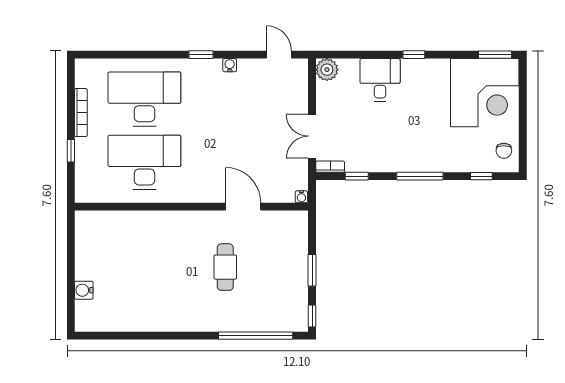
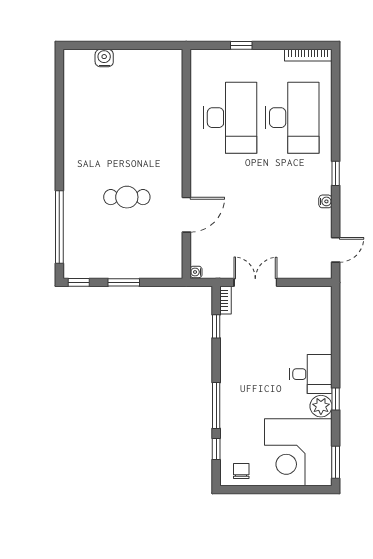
window: (414, 55) -> (336, 399), moved
plant: (327, 70) -> (321, 406), moved
desk: (380, 80) -> (311, 374), moved
bookcase: (81, 112) -> (308, 55), moved
chair: (504, 151) -> (241, 471), turned 90
window: (420, 176) -> (216, 406), moved

